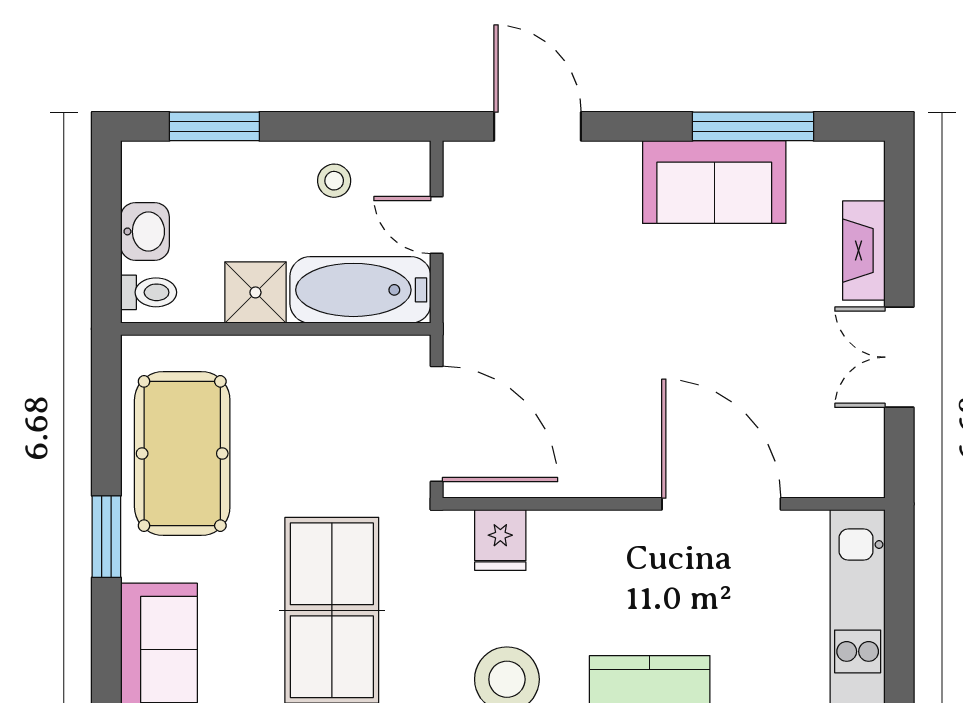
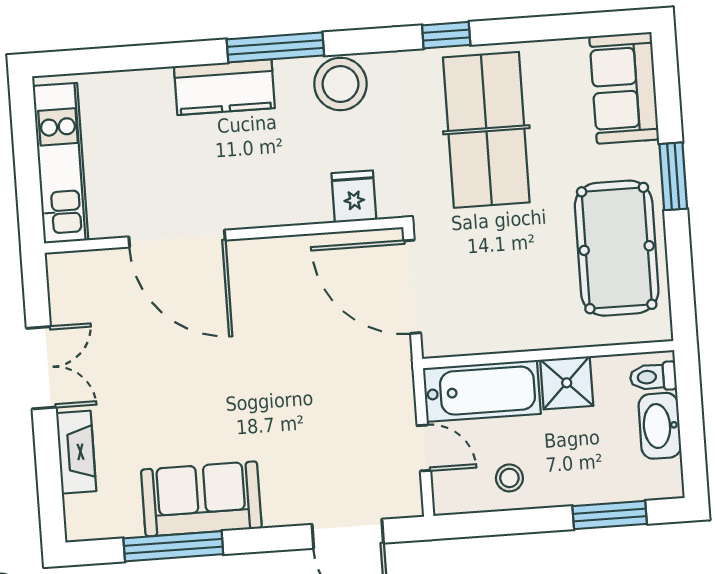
washbasin: (145, 231) -> (660, 426), width x1.38

